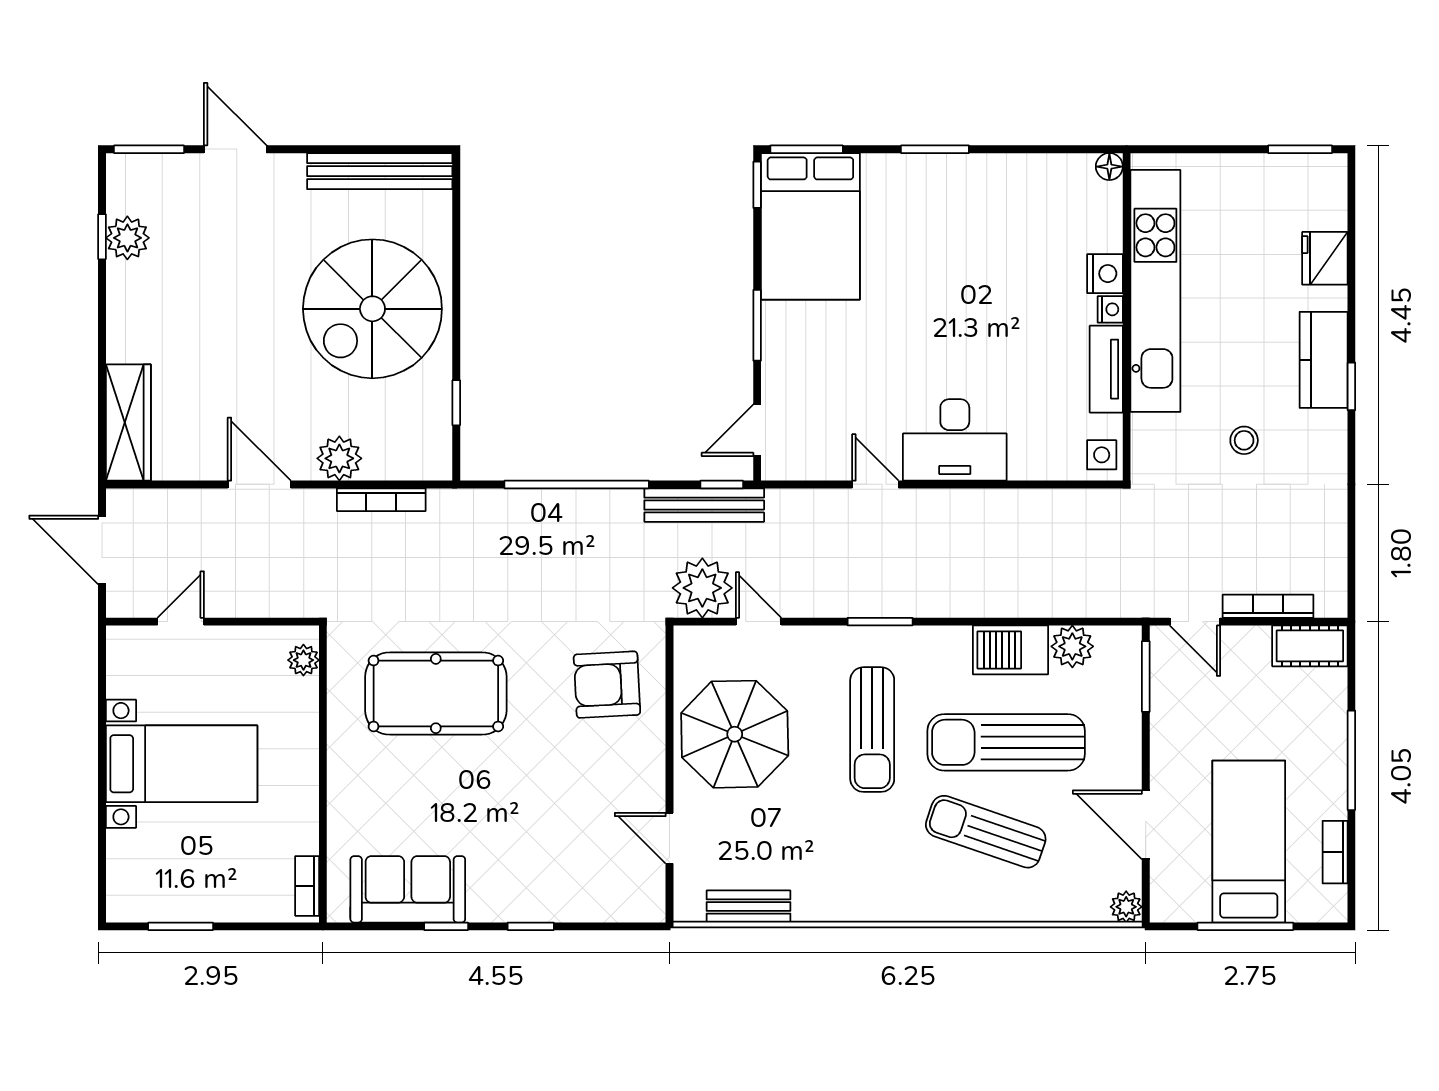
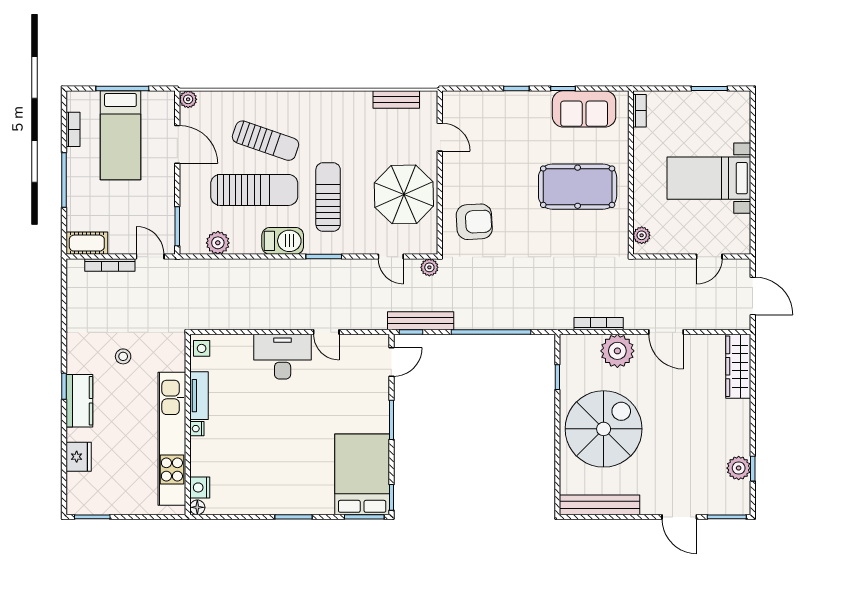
nightstand: (1105, 274) -> (200, 487), moved
plant: (339, 458) -> (617, 351), width x1.36, depth x1.36
plant: (702, 588) -> (429, 267), width x0.53, depth x0.53
barbecue: (1011, 650) -> (283, 241), moved
pool table: (436, 694) -> (578, 187), moved

